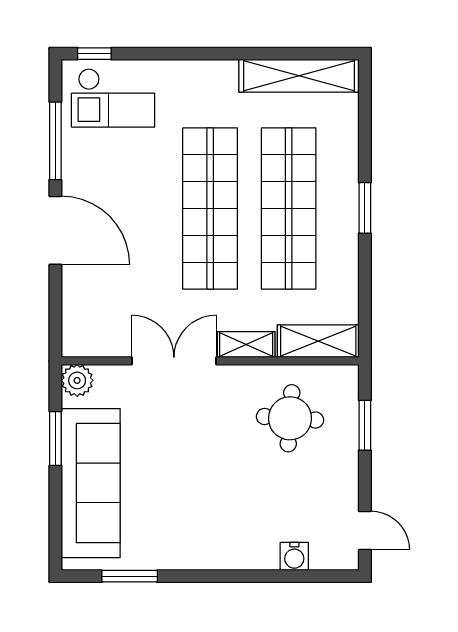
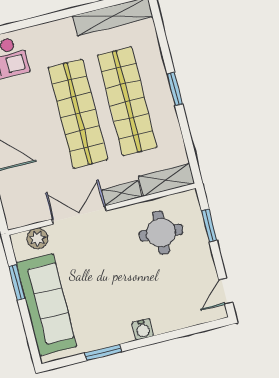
plant: (77, 380) -> (37, 239), moved
door: (365, 531) -> (226, 291), swing flipped
water cooler: (294, 556) -> (143, 329), moved
window: (130, 576) -> (103, 352), moved

